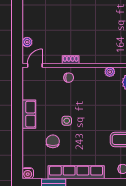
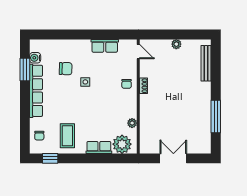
plant: (27, 42) -> (176, 44), moved
row of seats: (29, 114) -> (105, 46), moved
water cooler: (28, 173) -> (35, 58), moved

